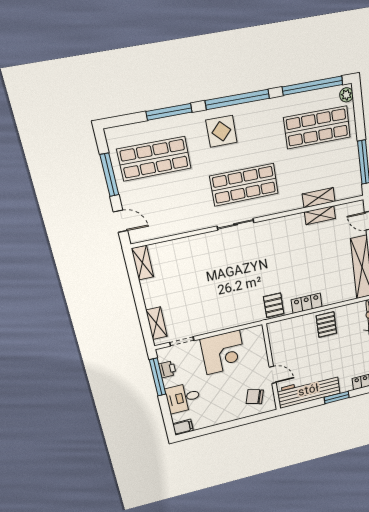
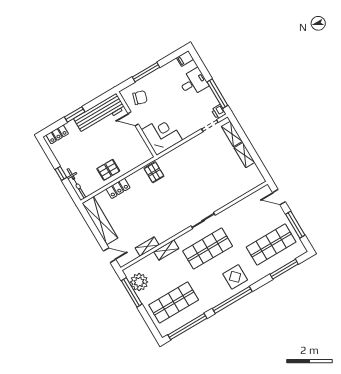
plant: (346, 95) -> (139, 282), moved, width x1.87, depth x1.87
window: (169, 112) -> (284, 269), moved
shelving: (319, 198) -> (166, 250), moved
shelving: (143, 263) -> (244, 155), moved
locker: (307, 303) -> (118, 188), moved
pallet: (326, 325) -> (108, 170), turned 90
corner desk: (223, 352) -> (162, 135), moved, turned 90
printer: (167, 369) -> (219, 112), moved
window: (236, 423) -> (146, 72), added

